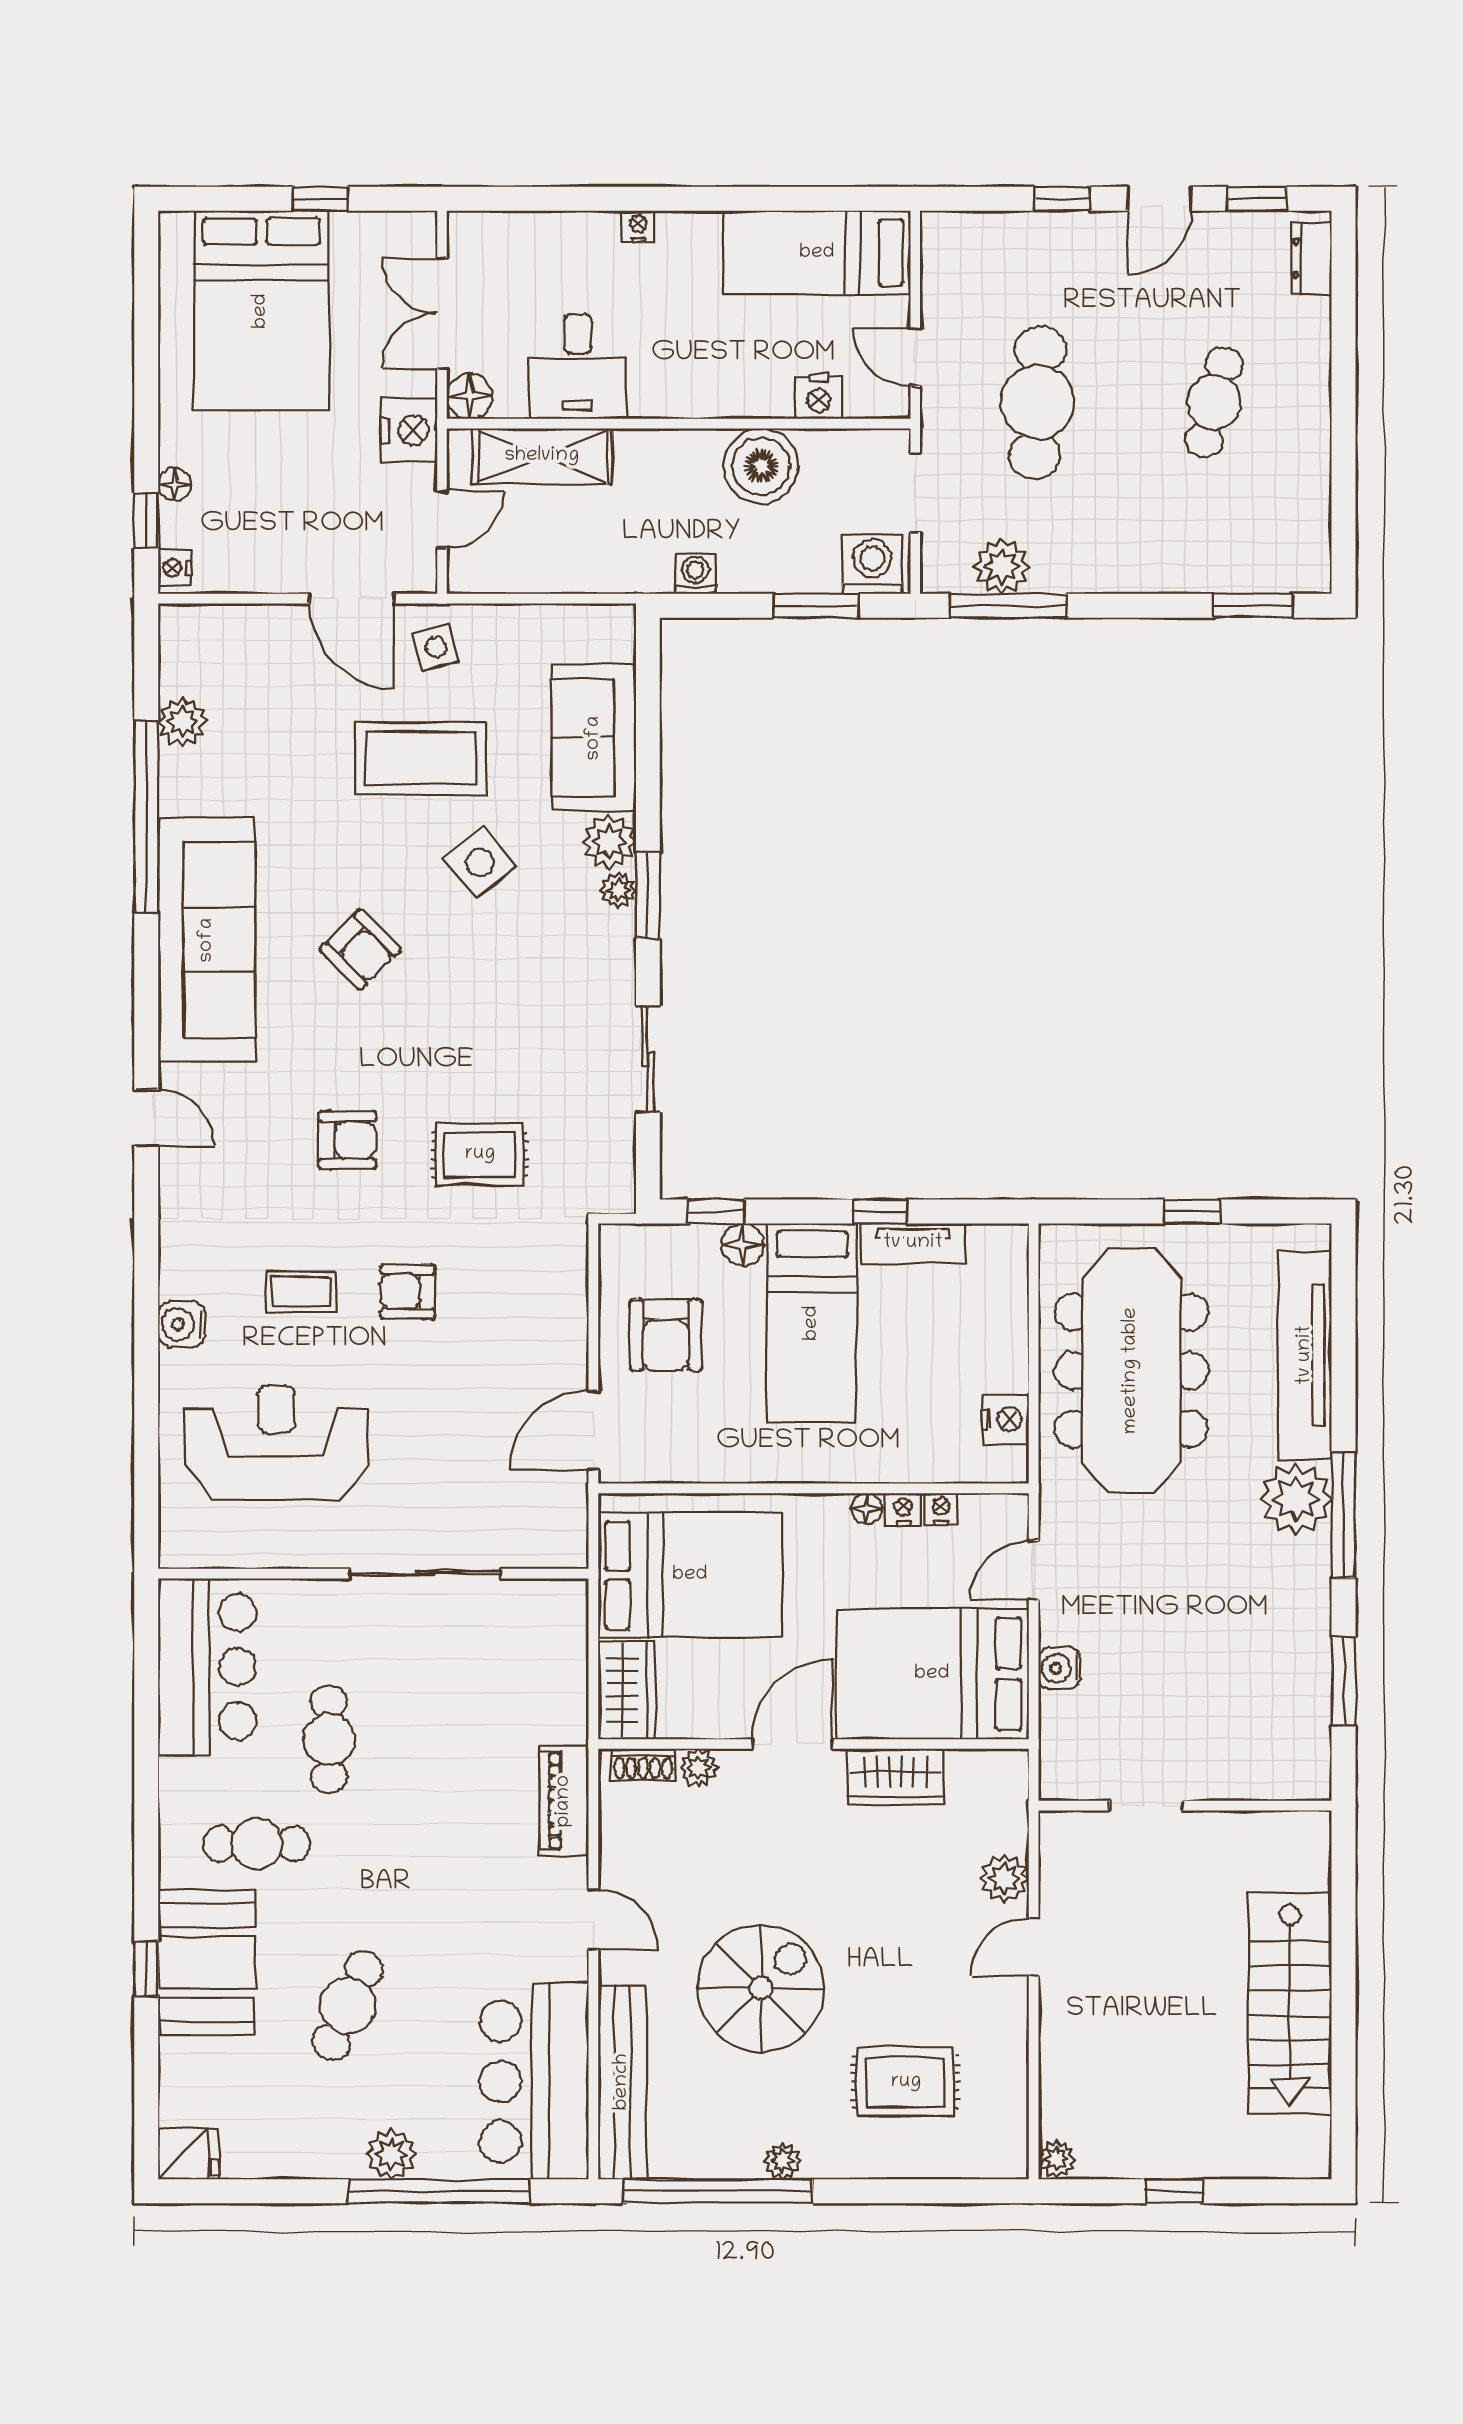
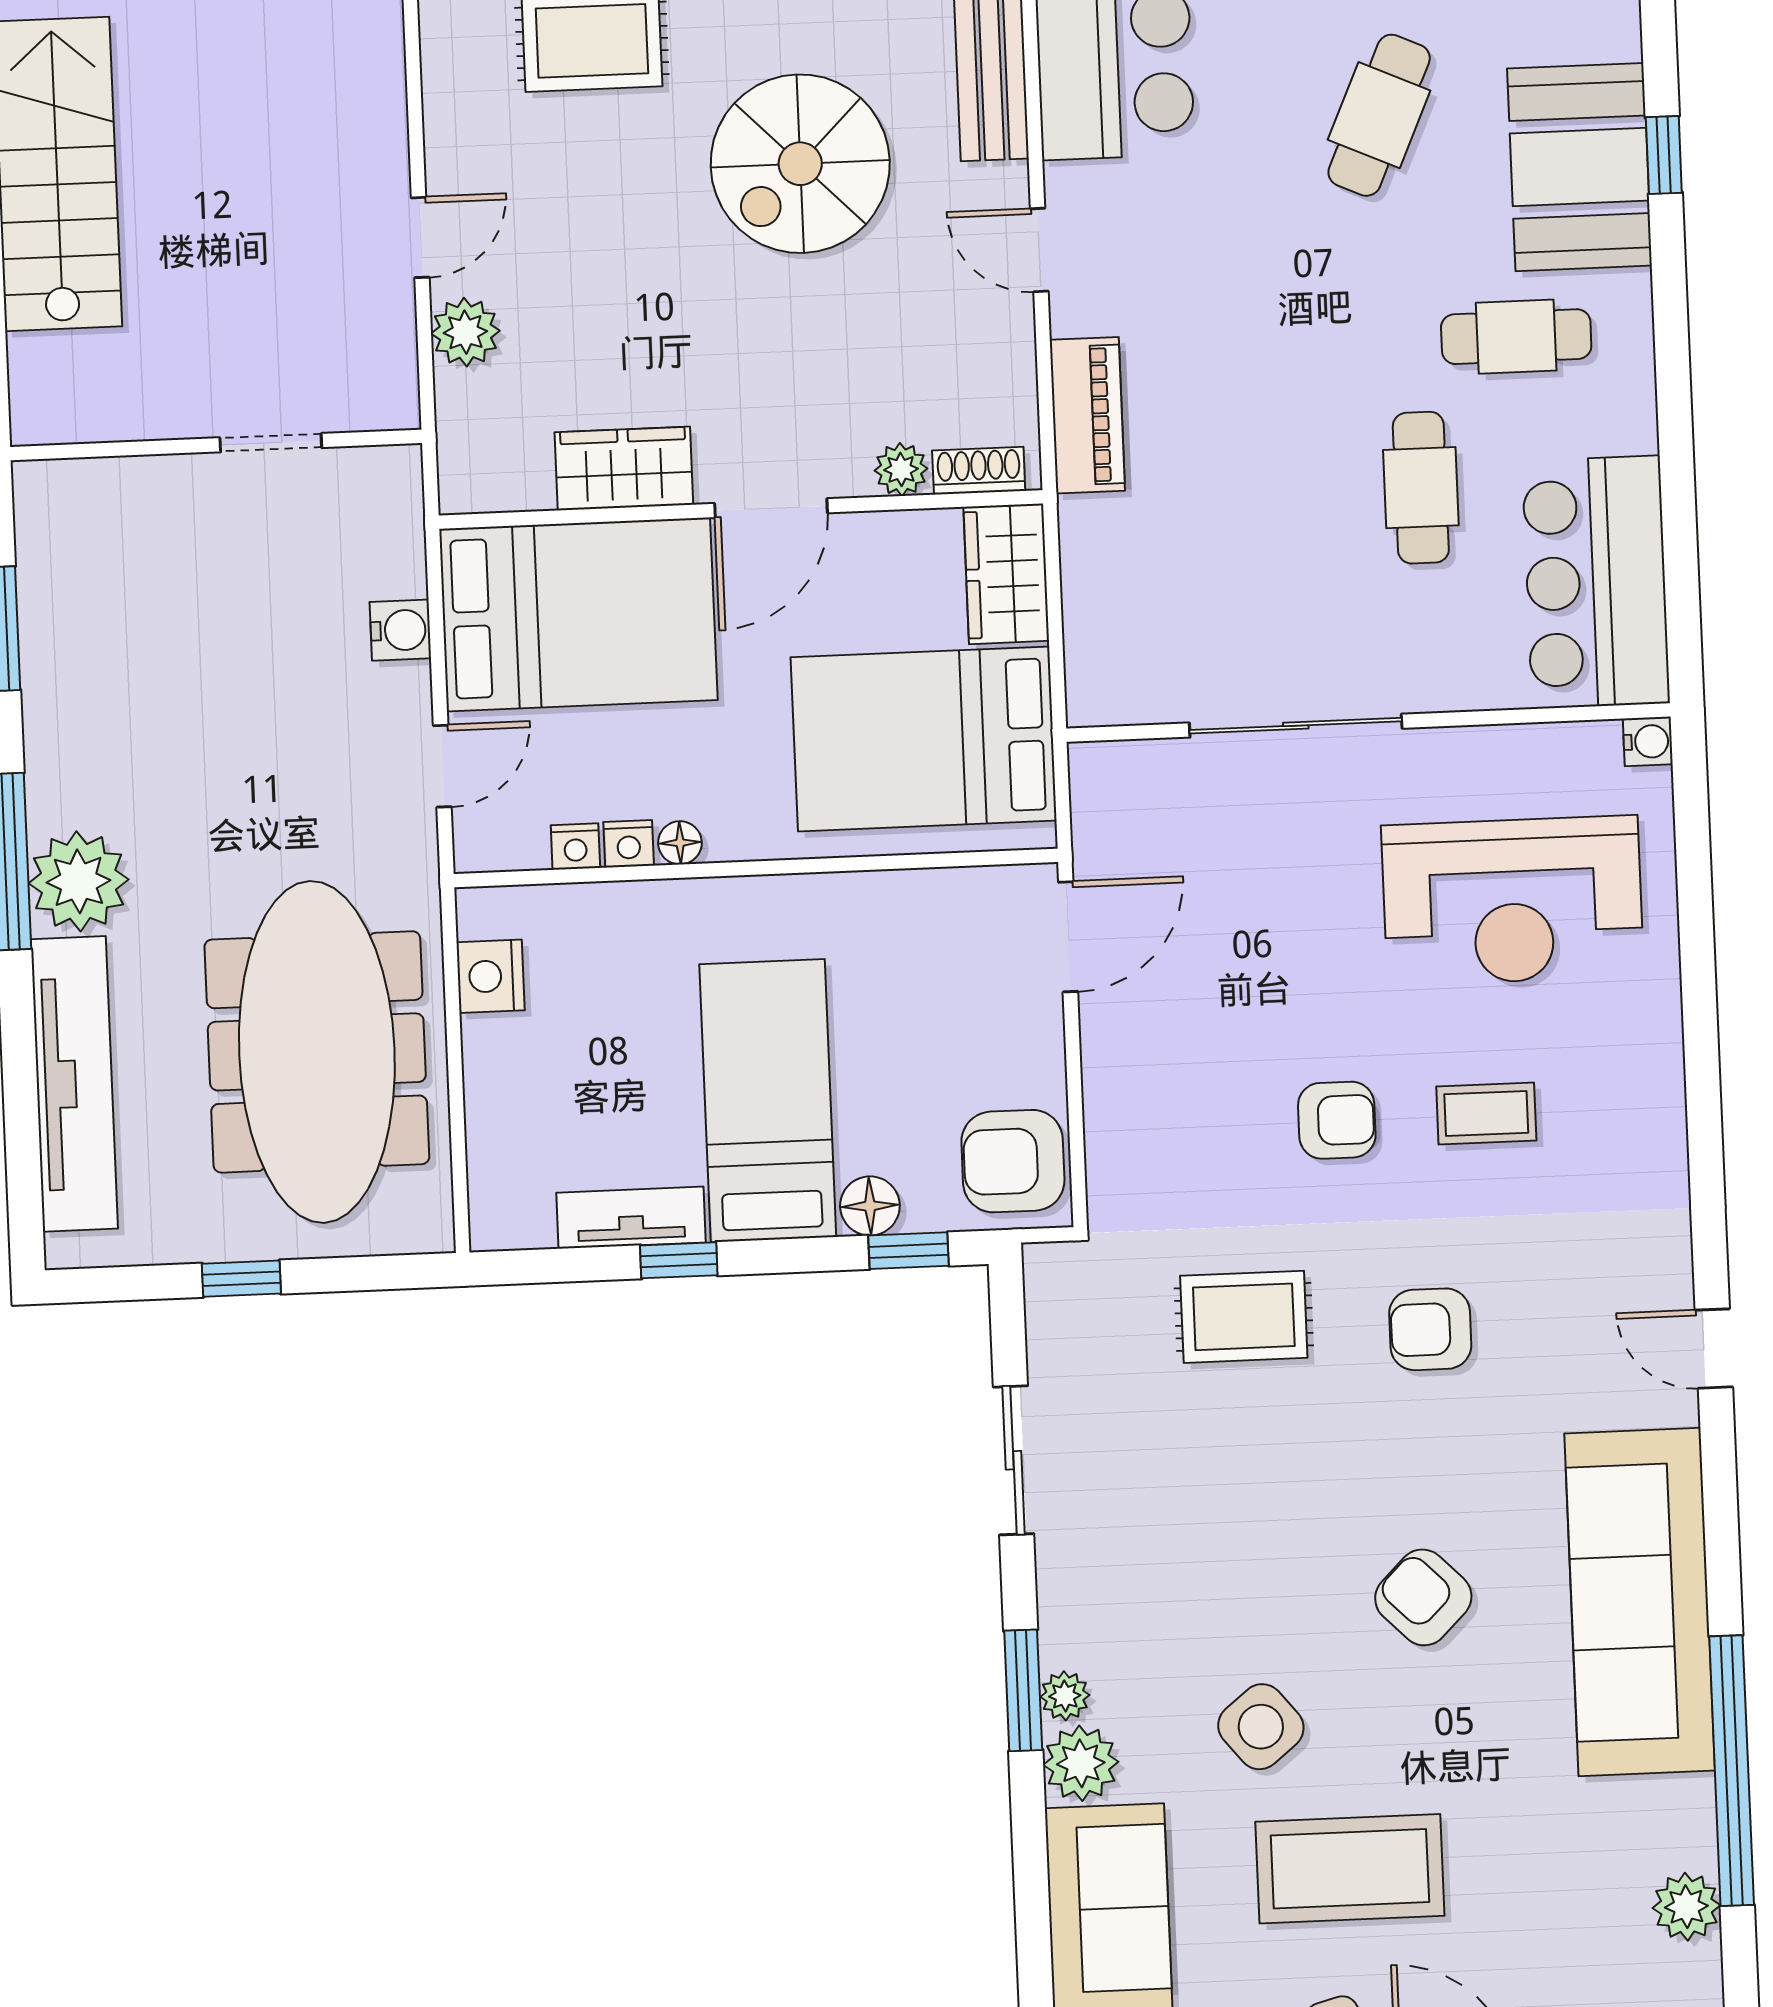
water cooler: (182, 1324) -> (1648, 741), moved, width x0.72, depth x0.72
armchair: (666, 1335) -> (1013, 1161), moved, turned -90

